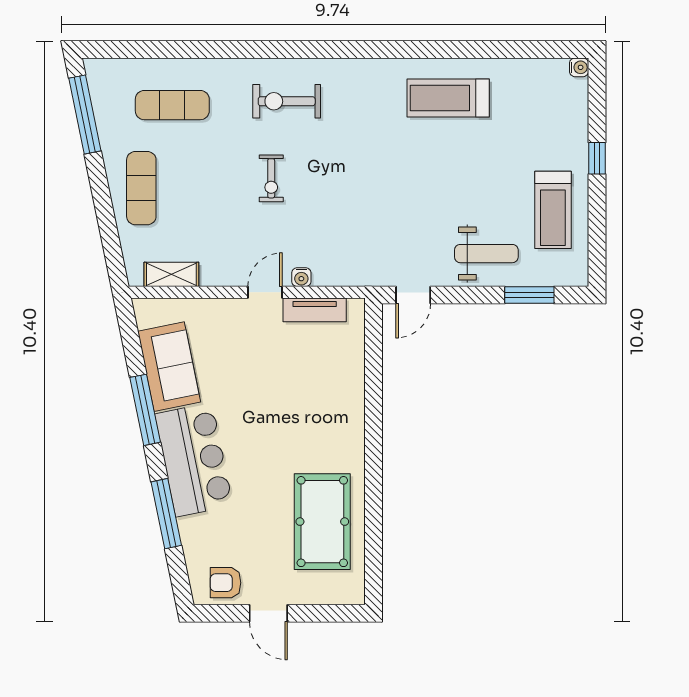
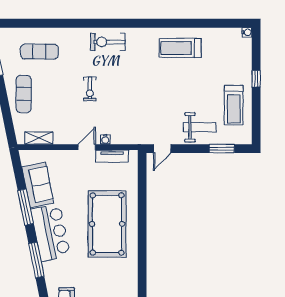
exercise bike: (287, 101) -> (108, 42), moved
pool table: (322, 522) -> (107, 224), moved, width x1.36, depth x1.32

